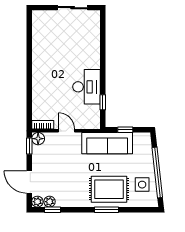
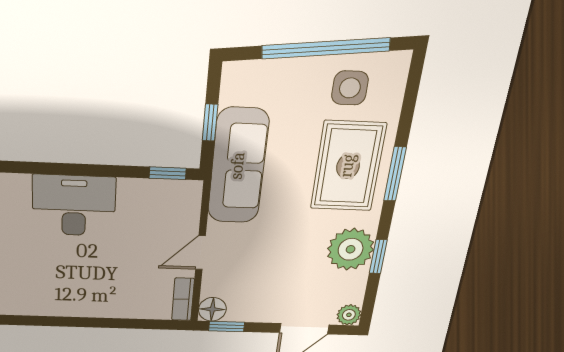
desk: (87, 87) -> (74, 206), moved
window: (103, 102) -> (168, 173), moved
plant: (50, 202) -> (351, 249), moved, width x1.87, depth x1.87
window: (53, 210) -> (378, 257), moved

